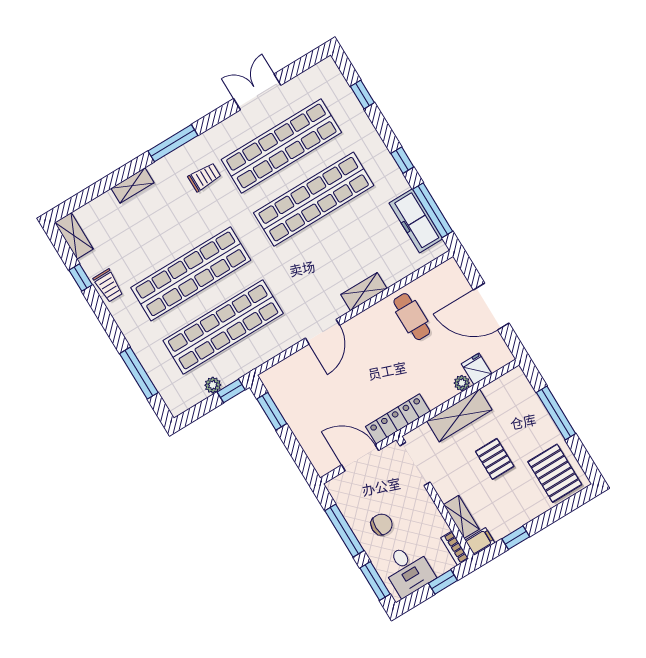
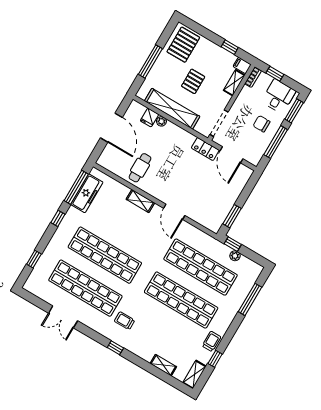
window: (173, 143) -> (115, 348), width x0.46
shelving: (133, 185) -> (163, 365), moved
door: (322, 332) -> (174, 212), swing flipped
shelving: (459, 415) -> (172, 109), width x1.47
locker: (398, 419) -> (205, 149), width x0.66

